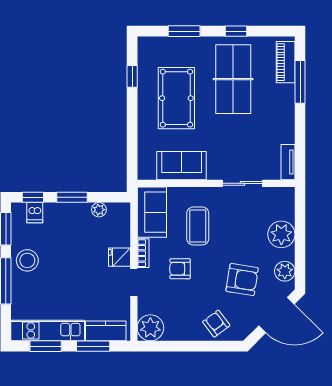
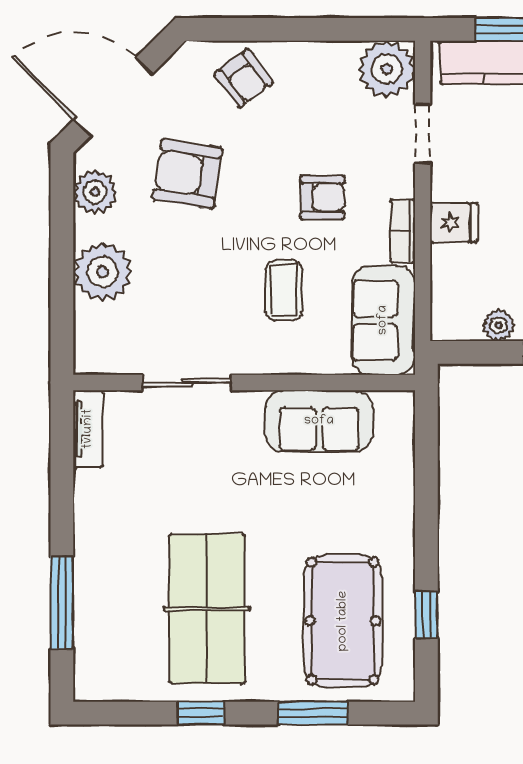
piano: (286, 62) -> (93, 646), removed
pool table: (176, 98) -> (343, 621), moved
coffee table: (198, 226) -> (284, 290), width x0.73, depth x0.77
doorway: (134, 282) -> (423, 134), moved

